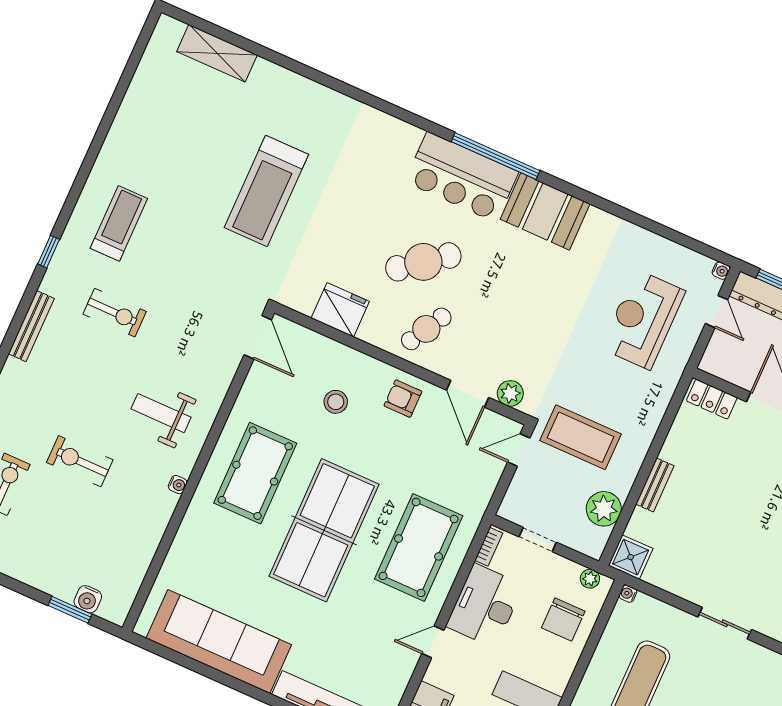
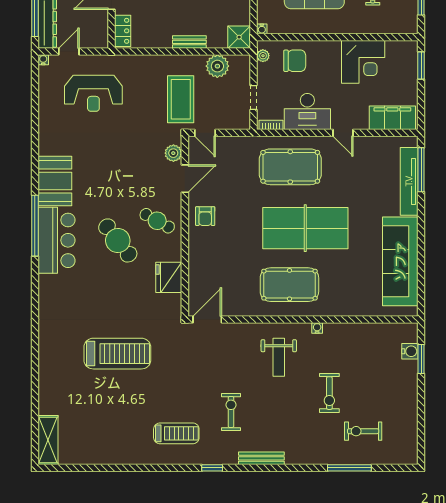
shelving: (217, 53) -> (48, 440), moved
treadmill: (119, 223) -> (176, 433), turned 180
stool: (336, 402) -> (225, 256), removed

